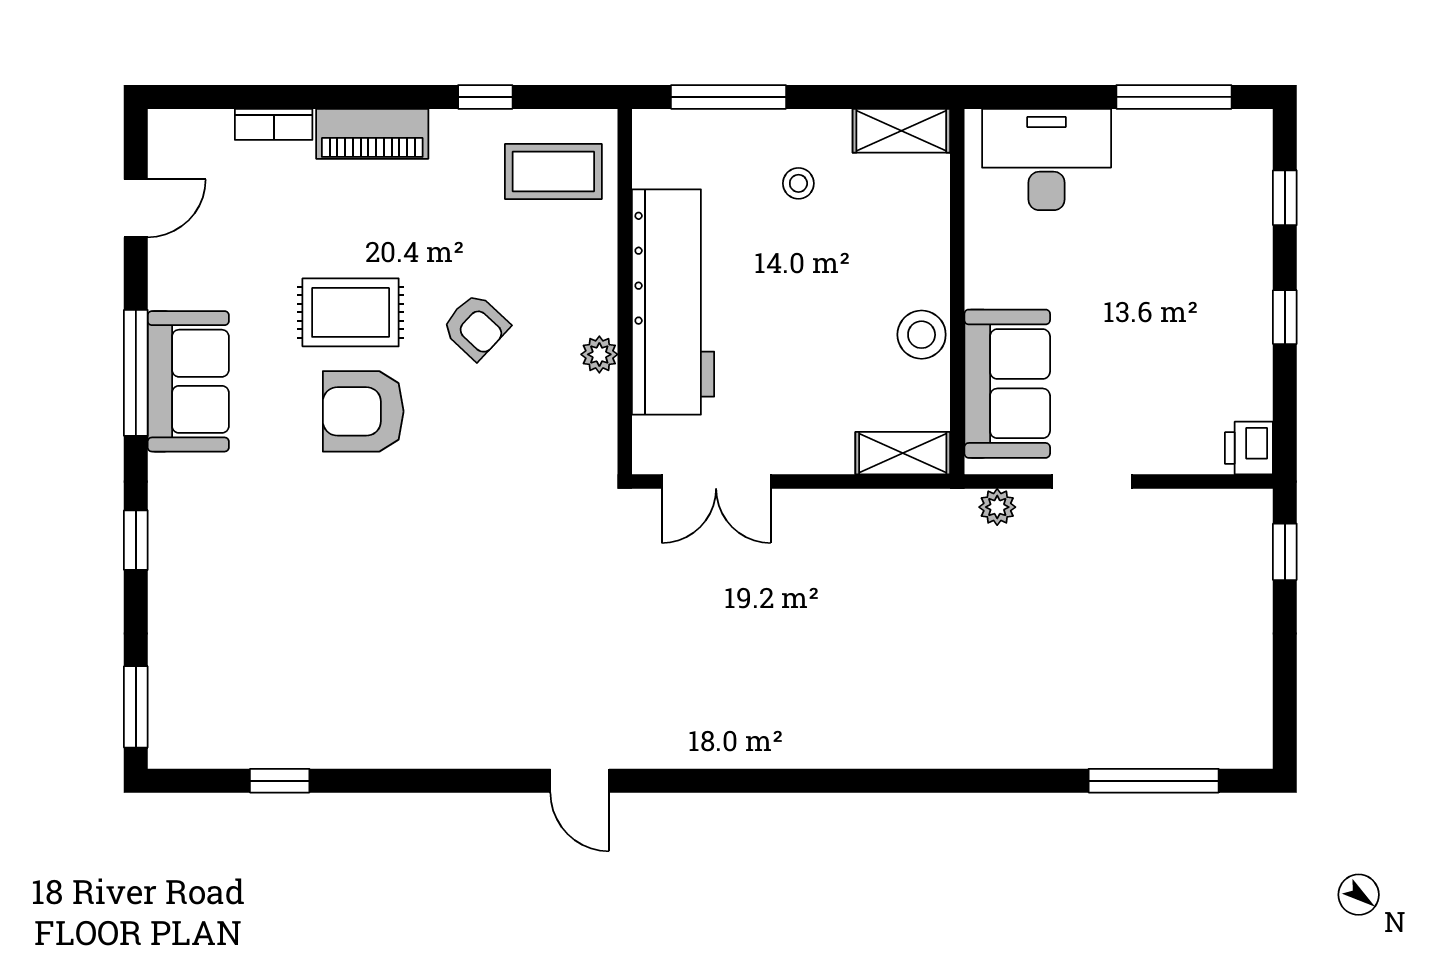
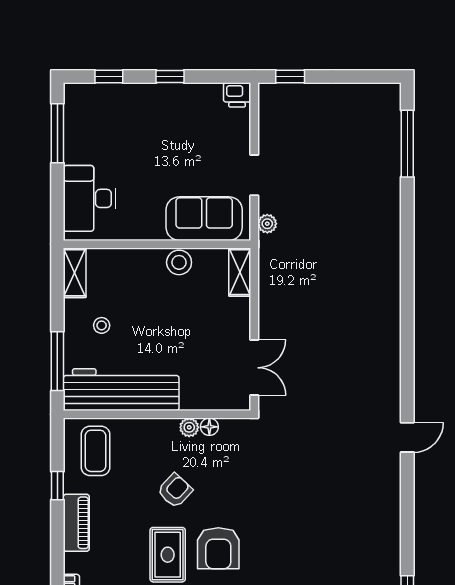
piano: (372, 134) -> (76, 523), moved
workbench: (673, 302) -> (121, 390), moved
floor lamp: (600, 394) -> (209, 427), added

